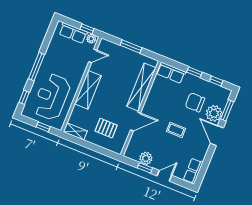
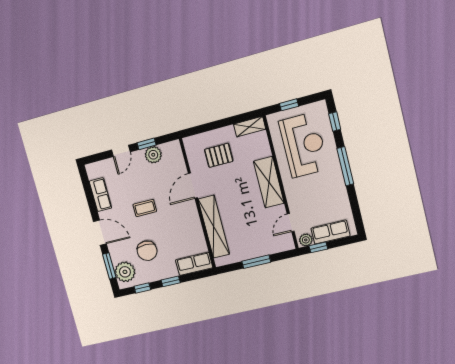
chair: (195, 102) -> (147, 251), turned 90
plant: (214, 113) -> (125, 272), moved
row of seats: (193, 171) -> (100, 195), moved

